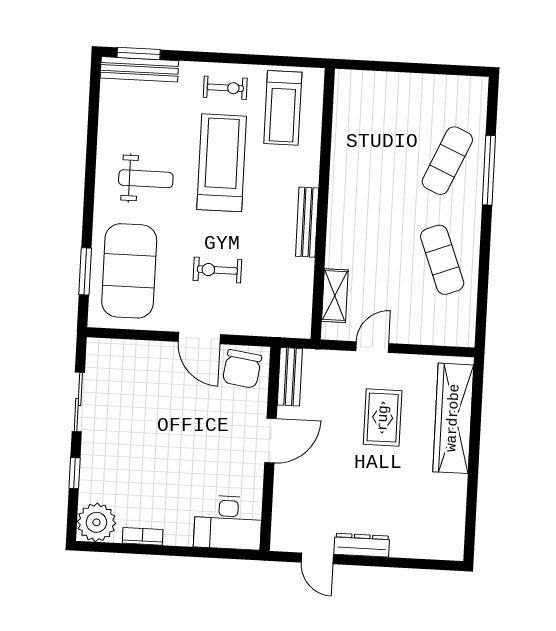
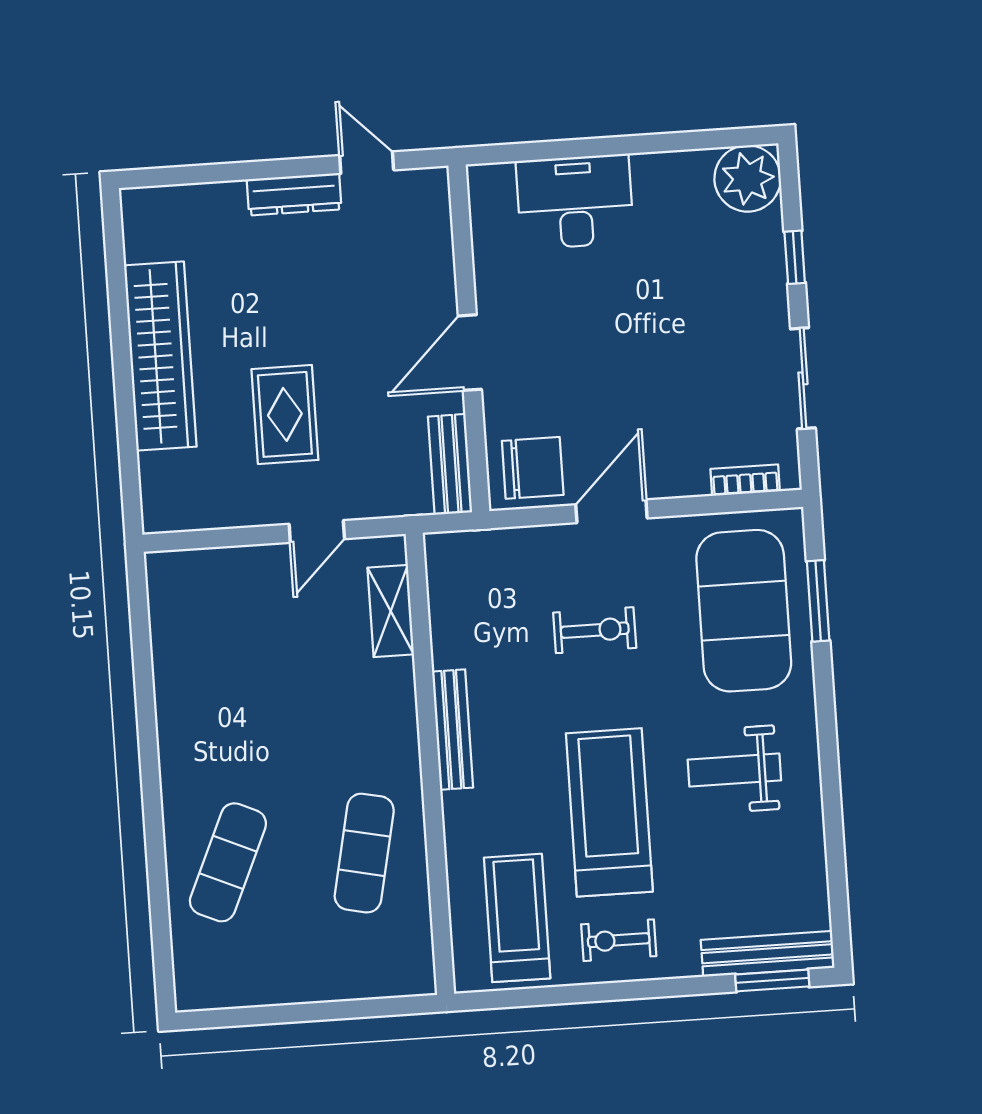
treadmill: (222, 163) -> (609, 812), turned 180
window: (489, 170) -> (156, 855), removed
exercise mat: (442, 260) -> (364, 853), moved, turned 33
door: (199, 338) -> (611, 511), hinge flipped
chair: (242, 369) -> (533, 468), turned 82
wardrobe: (453, 418) -> (160, 356), moved
desk: (228, 523) -> (575, 202), moved
bookcase: (143, 536) -> (745, 480), moved, turned 180

